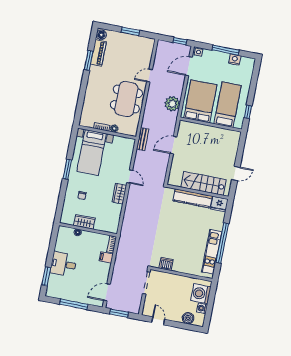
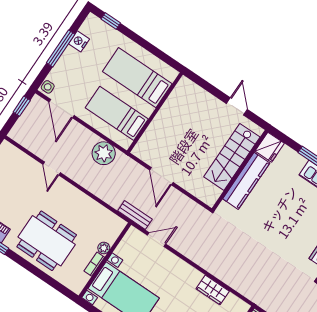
dining table: (126, 99) -> (47, 241), moved
bed: (200, 101) -> (117, 113), width x0.67
window: (248, 112) -> (111, 21), moved
door: (130, 176) -> (157, 240), moved
wardrobe: (119, 194) -> (213, 290), moved

